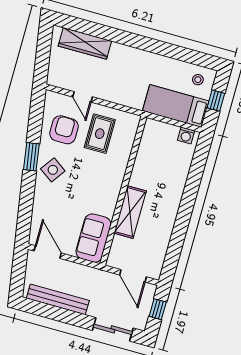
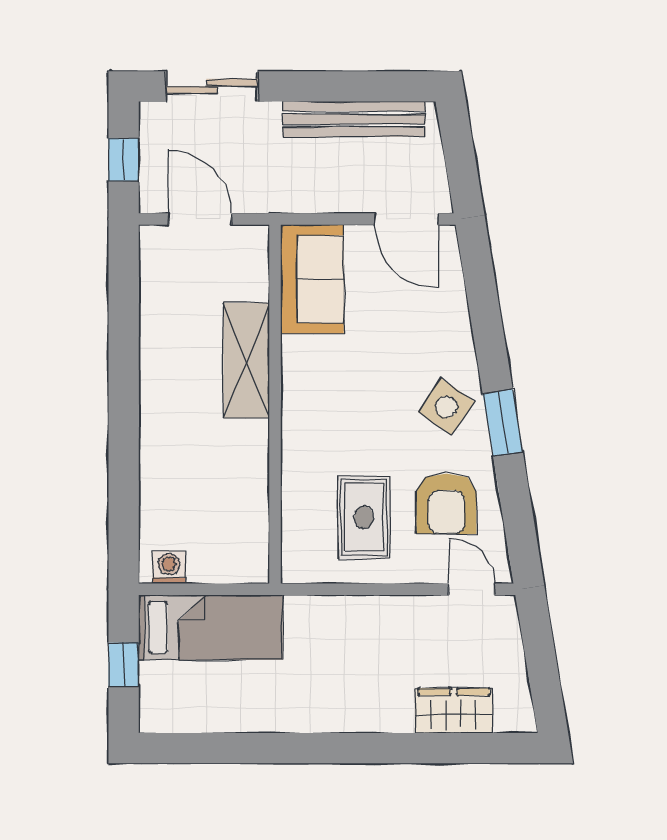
wardrobe: (85, 43) -> (454, 711), width x0.67
stool: (198, 80) -> (177, 700), removed
door: (83, 97) -> (472, 589), moved

